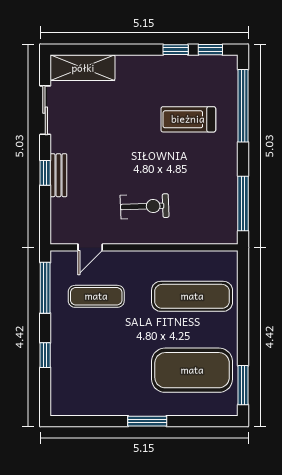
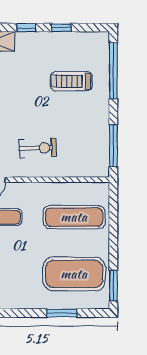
window: (210, 50) -> (26, 28), moved
window: (147, 421) -> (62, 313), moved

